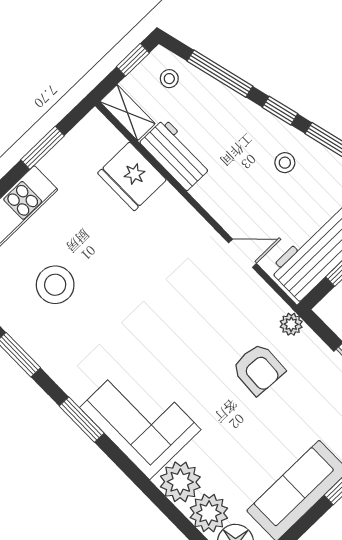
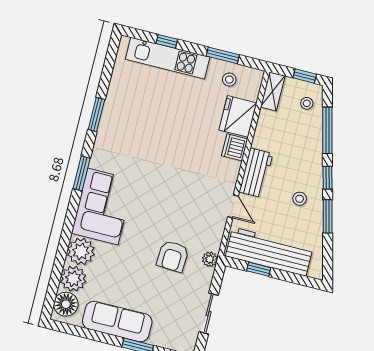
workbench: (176, 155) -> (256, 173), moved
dishwasher: (169, 205) -> (235, 147), added
stool: (55, 285) -> (229, 80), moved, width x0.53, depth x0.53

